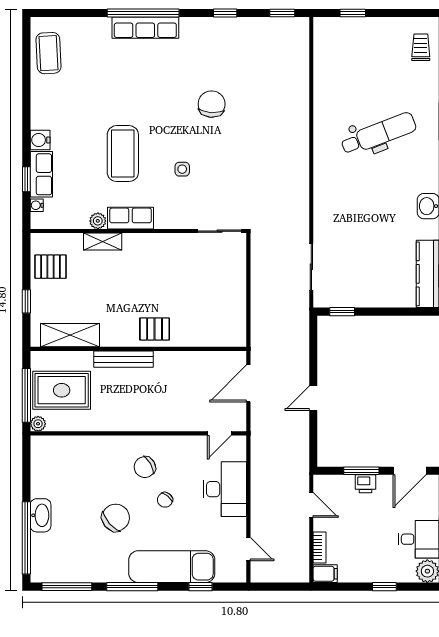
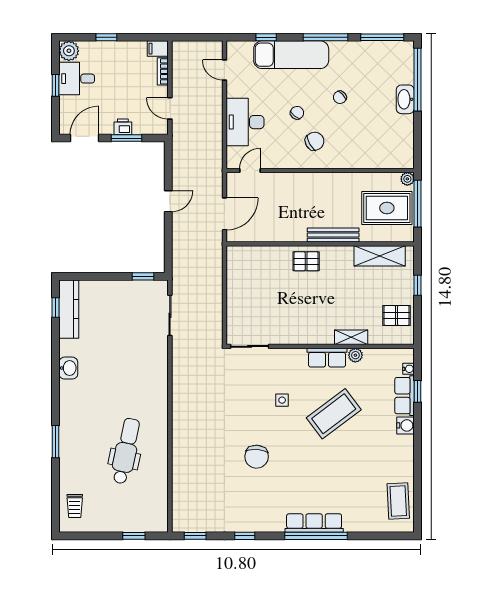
dental chair: (379, 134) -> (126, 451), moved, turned 123
coffee table: (123, 154) -> (334, 414), turned 53
chair: (116, 518) -> (340, 97), width x0.54, depth x0.54

